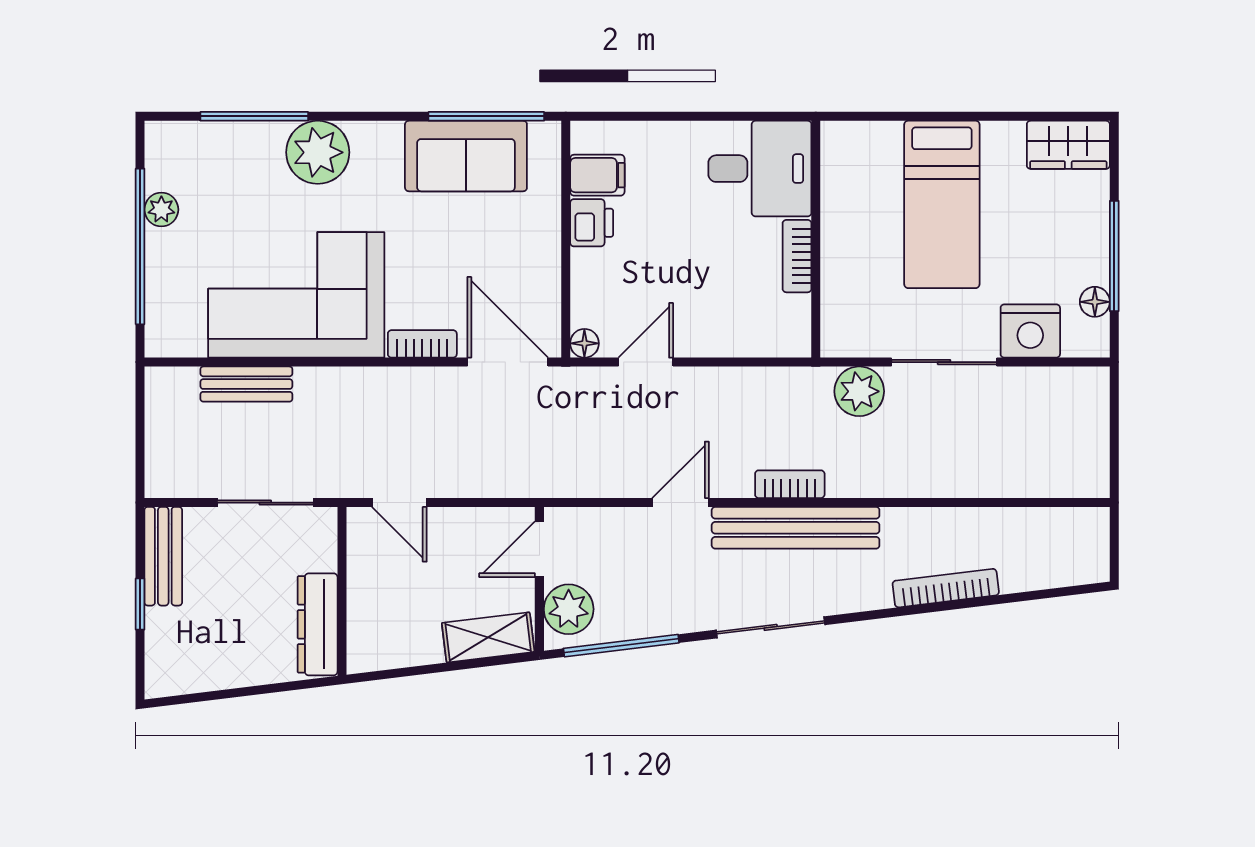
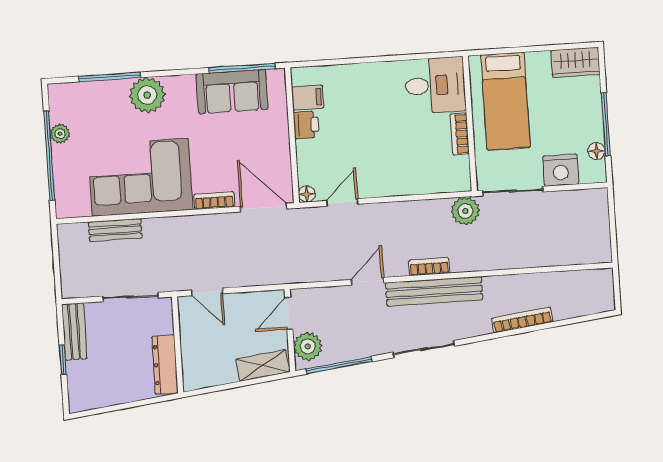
desk: (760, 169) -> (435, 85), moved
wall: (816, 239) -> (470, 123), moved
bookcase: (797, 256) -> (460, 134), moved

